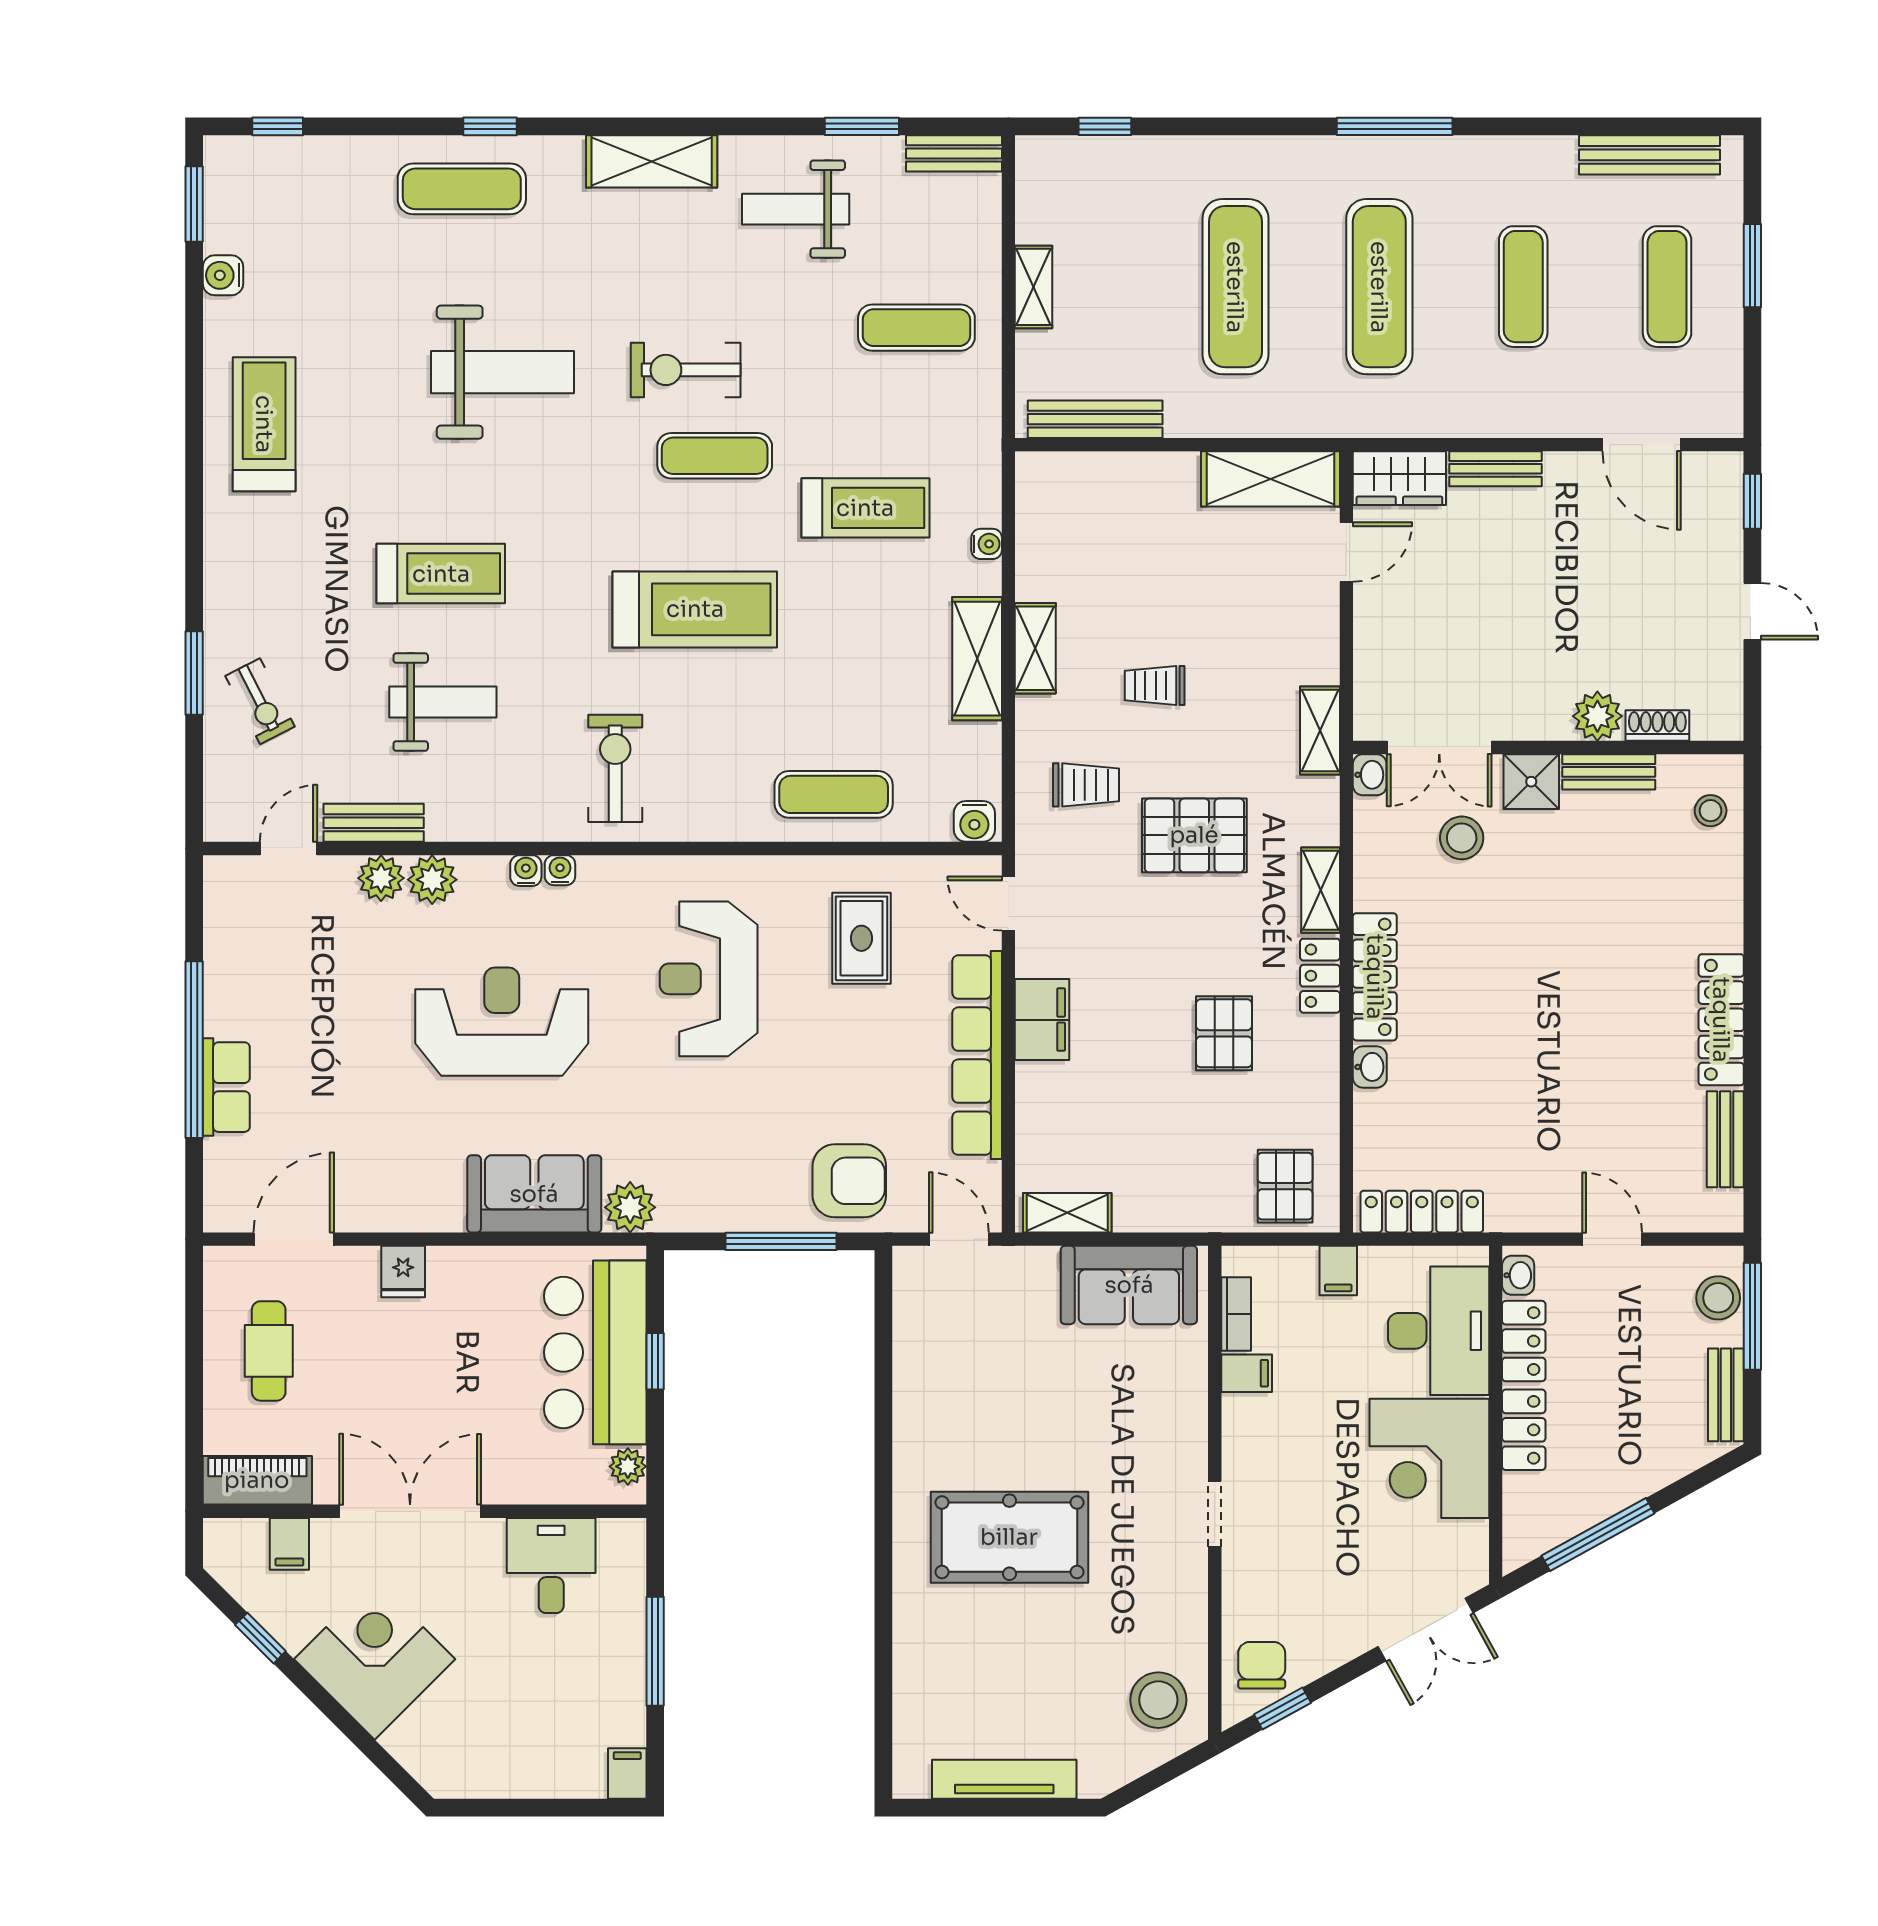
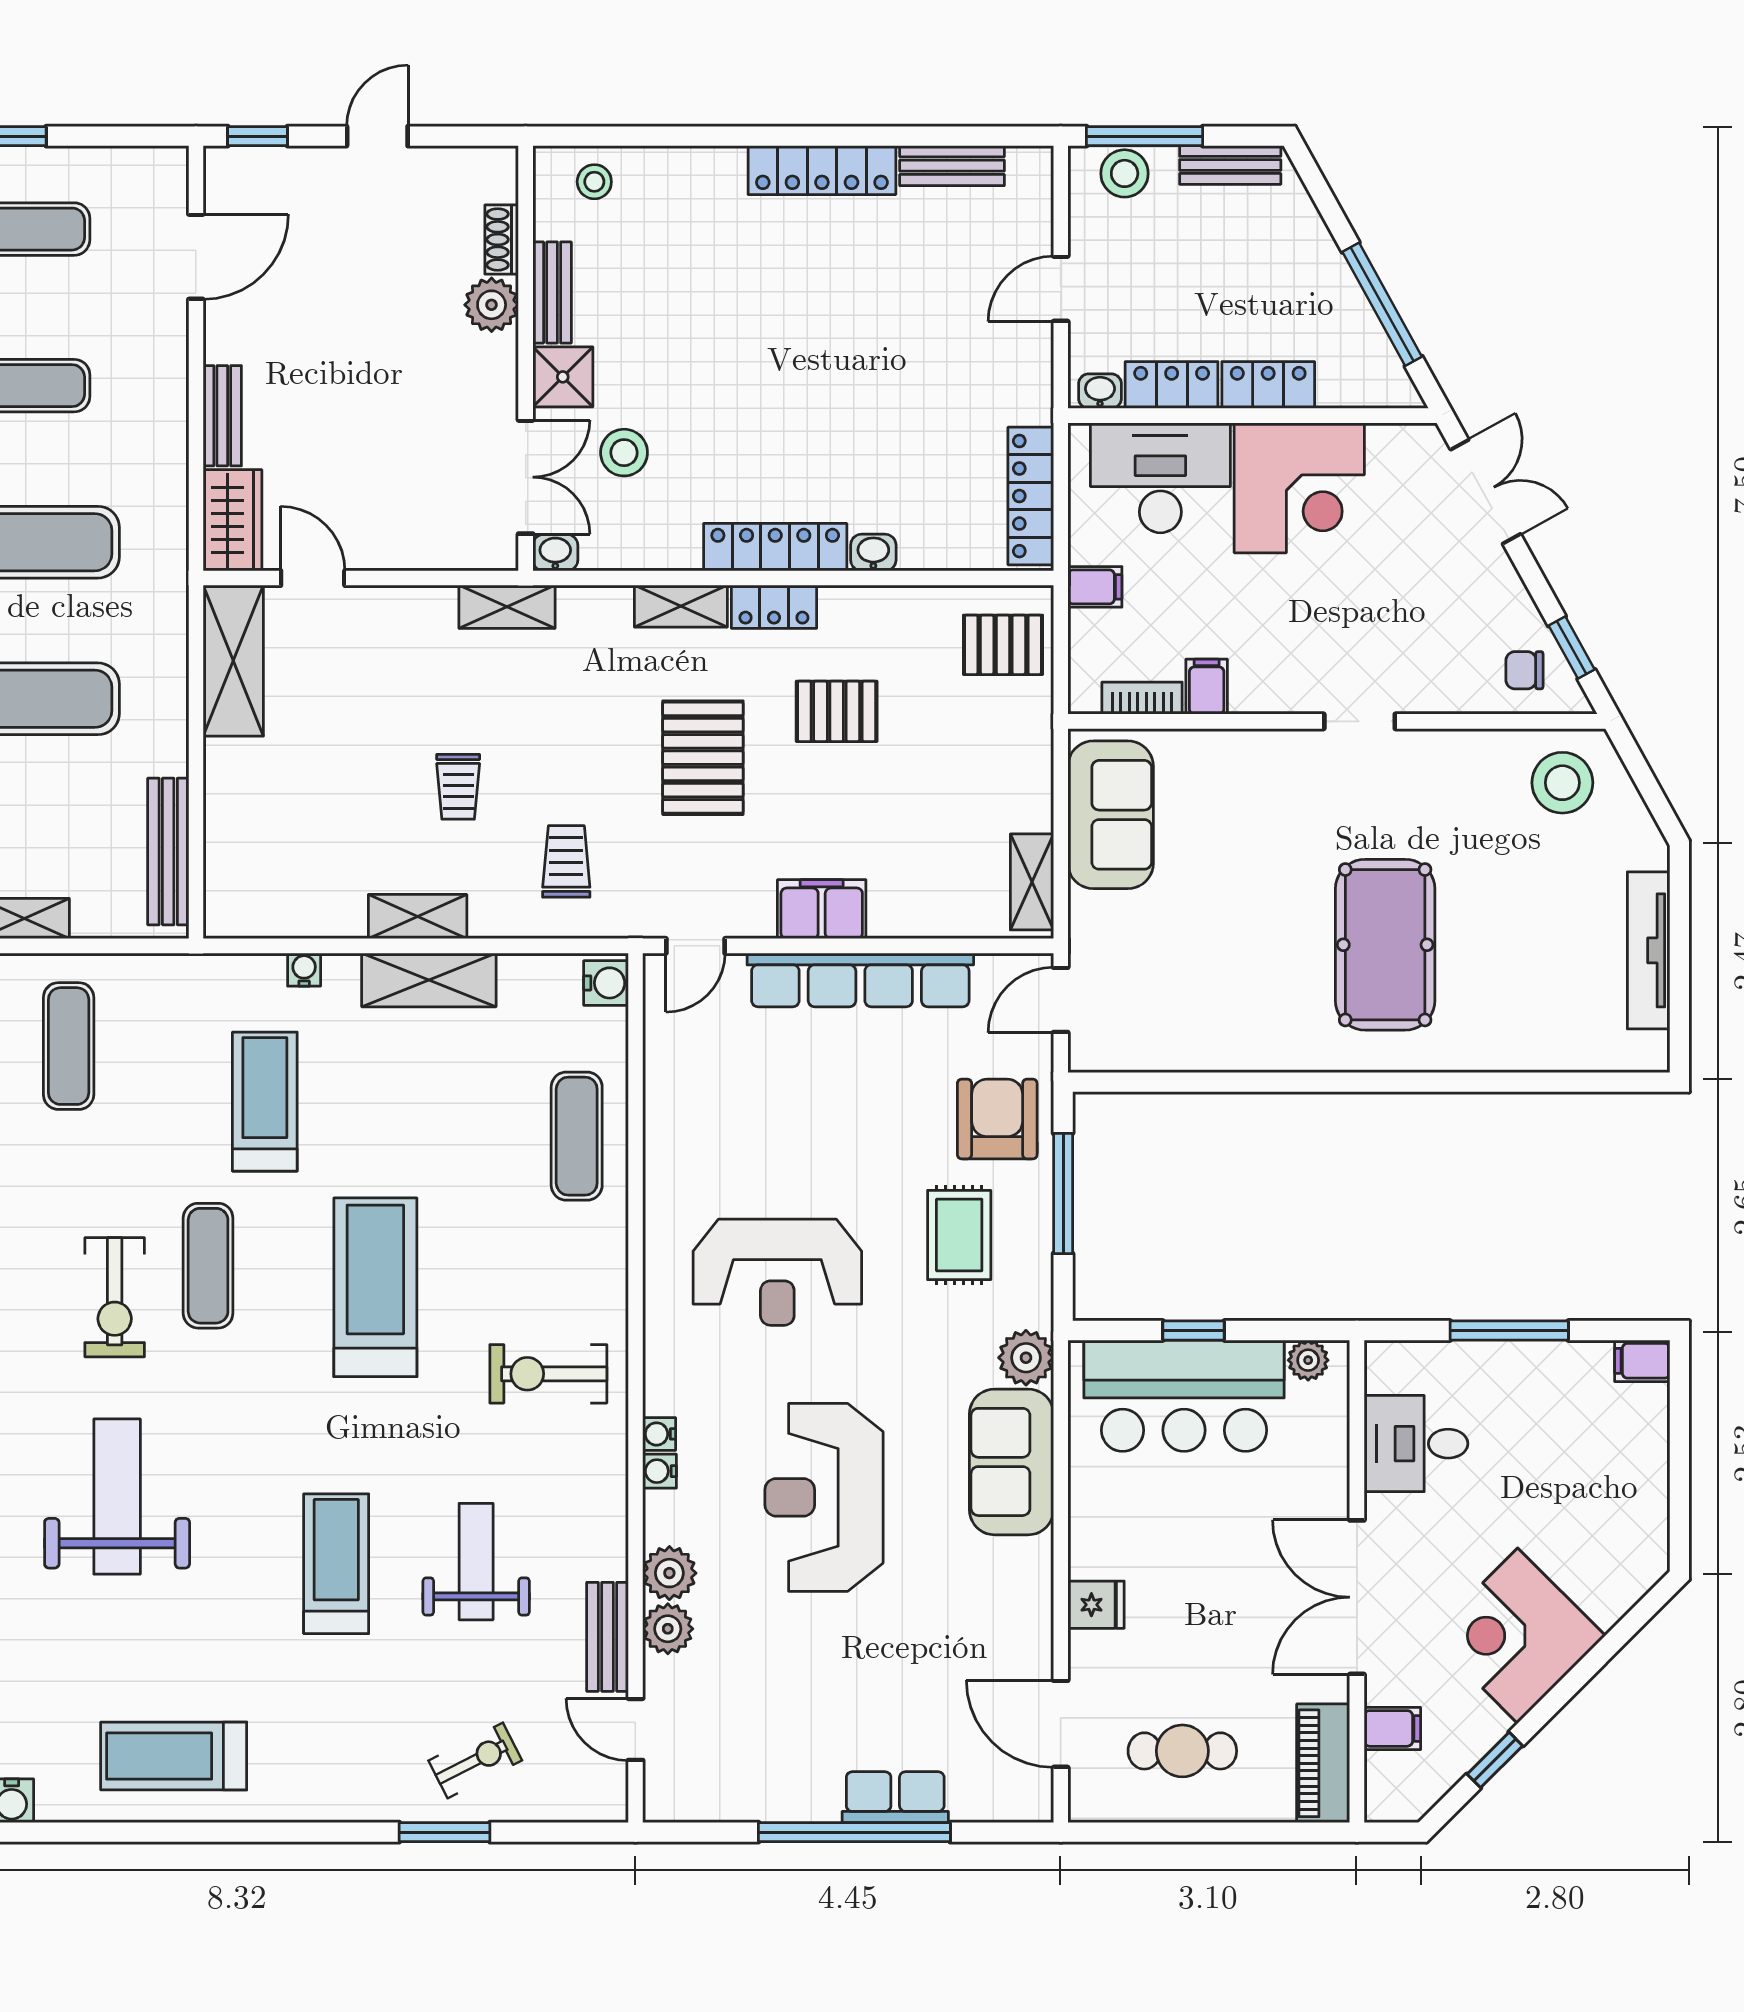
pallet: (1194, 835) -> (703, 758), moved
rug: (861, 938) -> (959, 1235), moved, turned 90
chair: (1262, 1665) -> (1524, 670), width x0.73, depth x0.73

